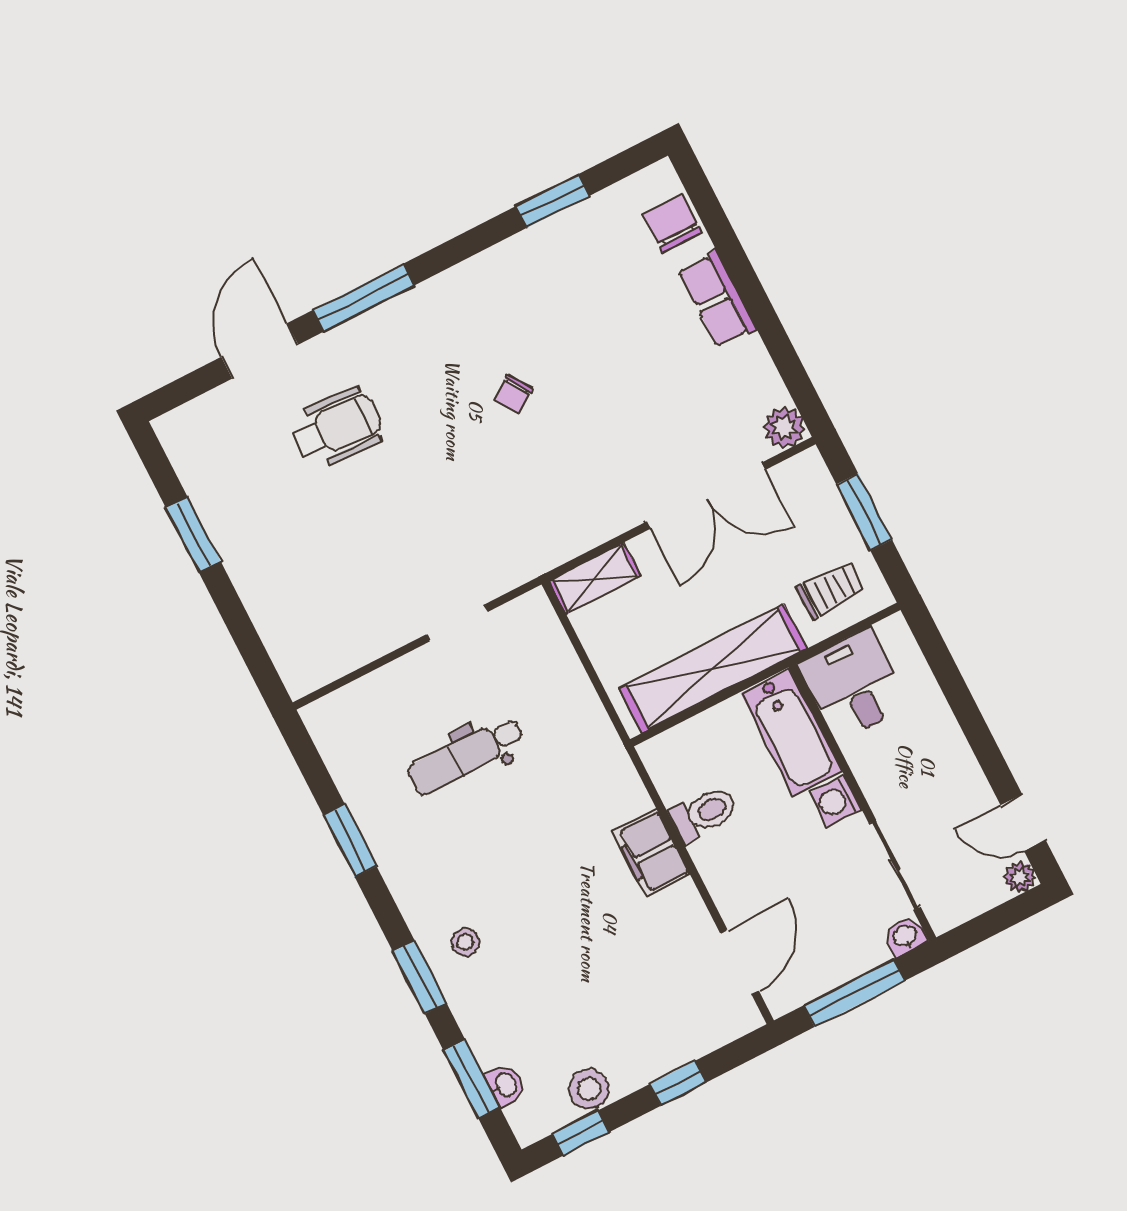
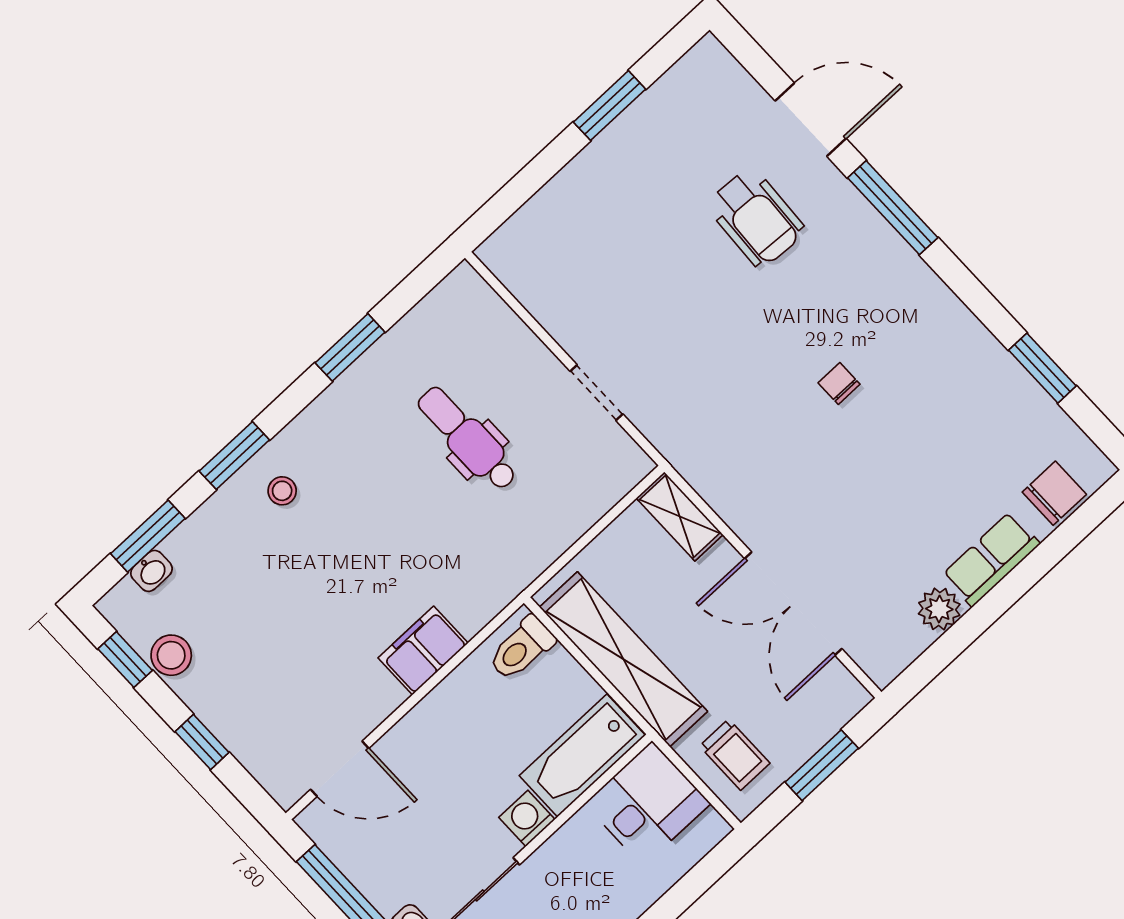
chair: (513, 394) -> (839, 384), turned 35
plant: (784, 428) -> (939, 609), moved
toilet: (704, 813) -> (521, 648), moved, turned 90

